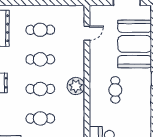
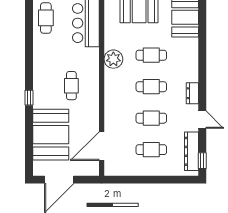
door: (87, 33) -> (102, 146), width x1.87
plant: (76, 86) -> (113, 59), moved

